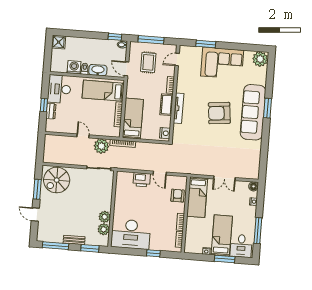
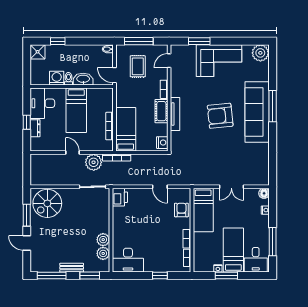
window: (115, 37) -> (58, 41), moved
bed: (103, 91) -> (76, 110), moved, turned -90
window: (267, 108) -> (273, 106), width x1.44
printer: (142, 180) -> (120, 197), moved, turned -90
desk: (131, 234) -> (128, 260), width x0.73, depth x0.77
window: (225, 259) -> (226, 276), moved

